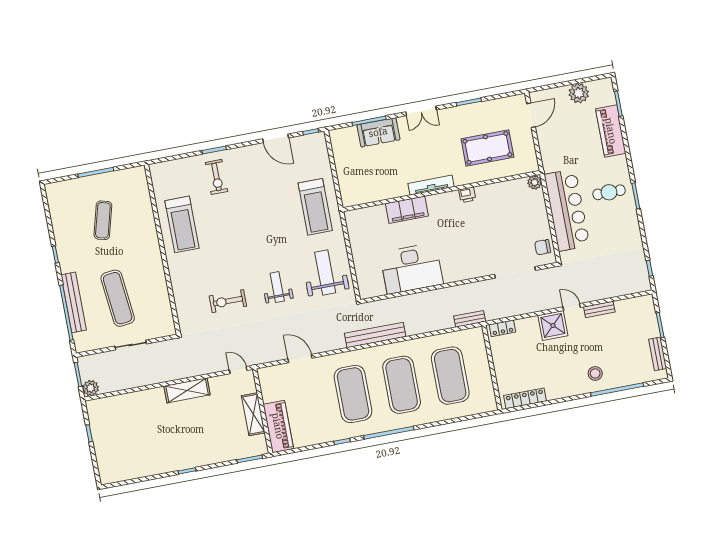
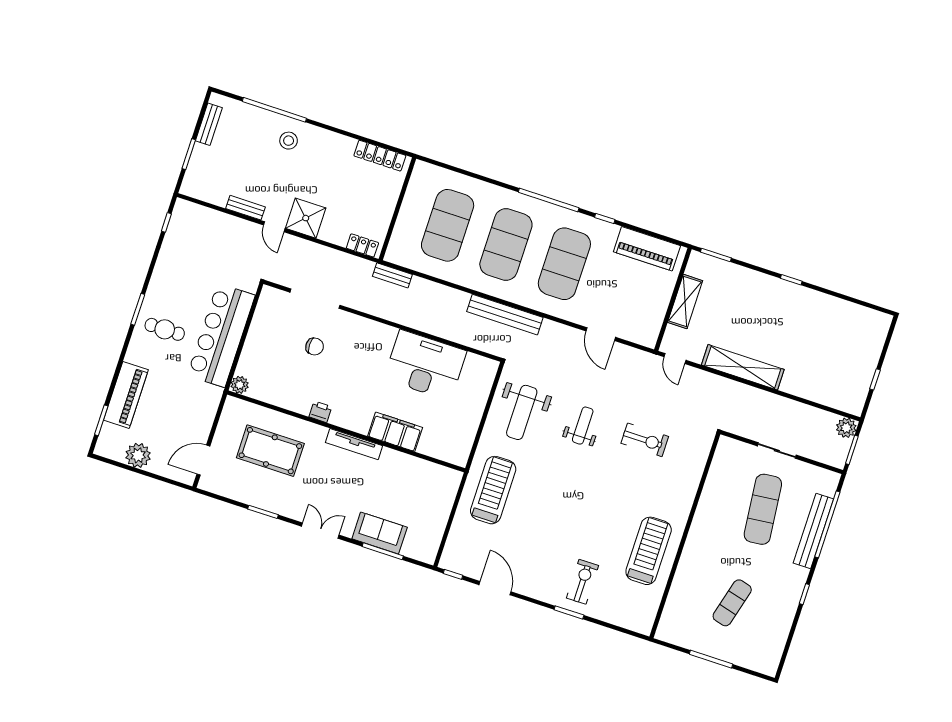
chair: (543, 247) -> (315, 346), moved
weight bench: (277, 287) -> (583, 426), turned 180
shelving: (187, 390) -> (743, 367), width x1.47
piano: (278, 426) -> (647, 249), moved, turned -90

